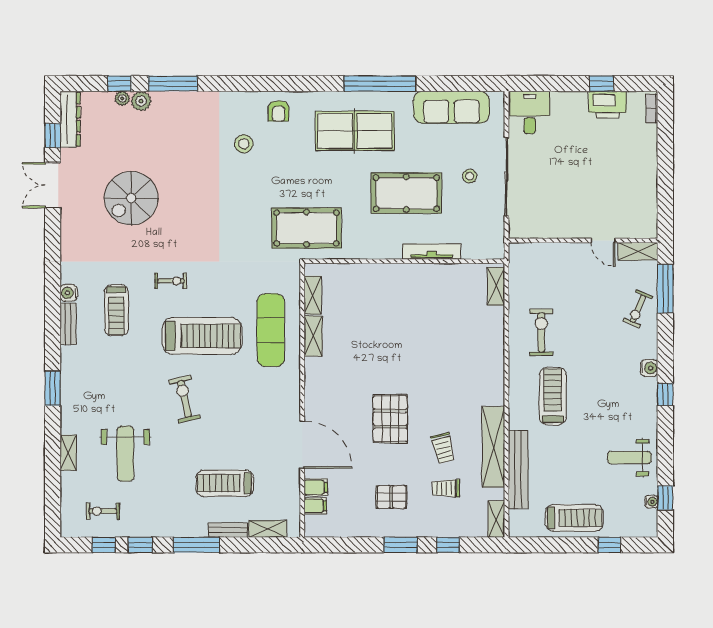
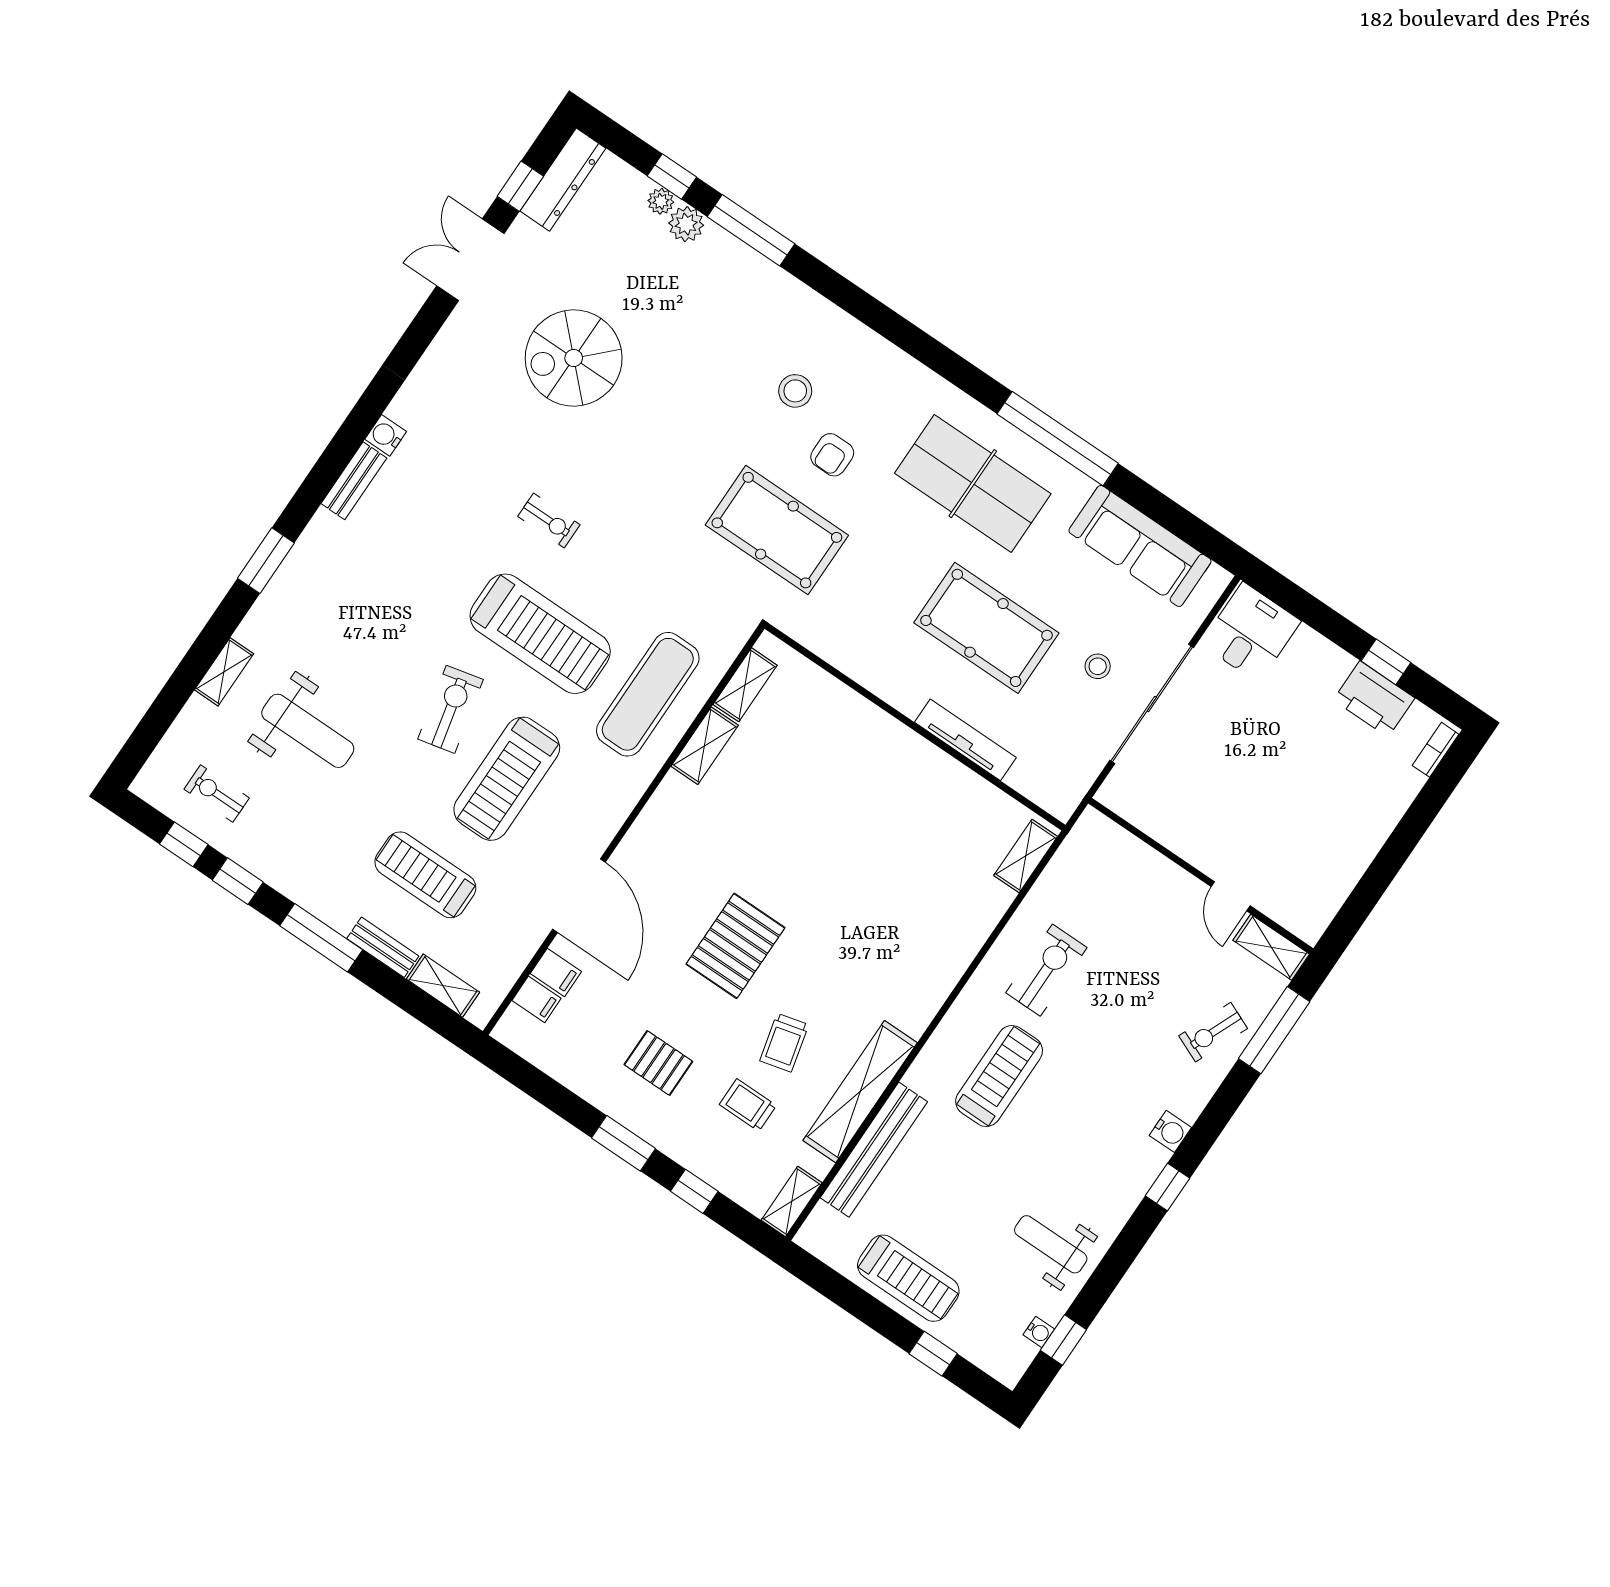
armchair: (279, 111) -> (832, 455), moved
pool table: (306, 228) -> (777, 530), moved
treadmill: (116, 310) -> (507, 779), moved, width x1.37, depth x1.38
weight bench: (125, 454) -> (308, 731), turned -90

